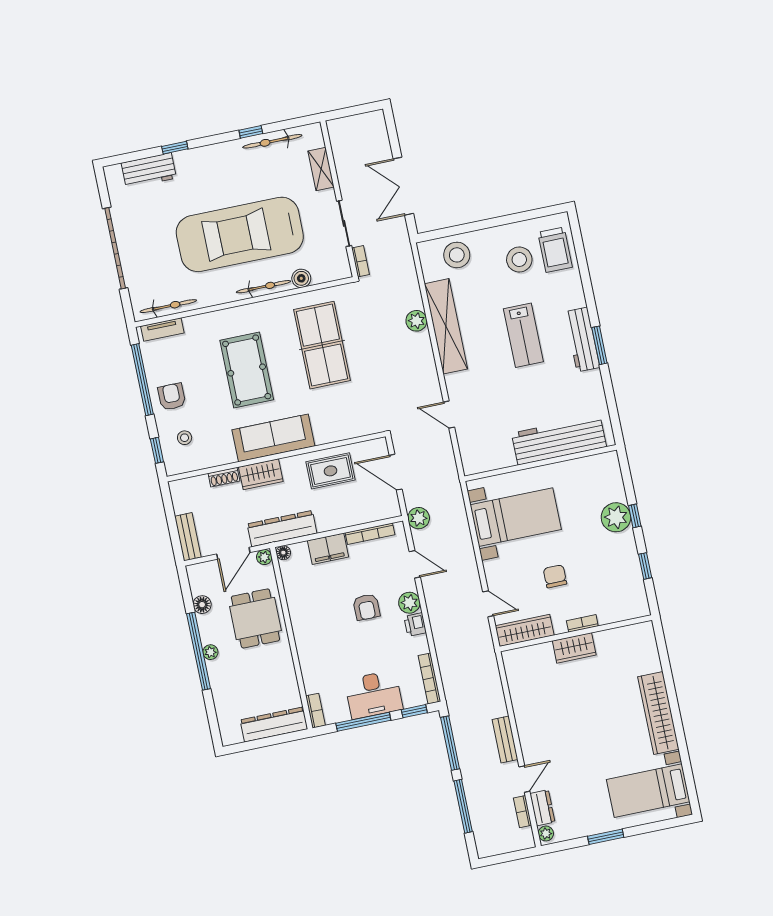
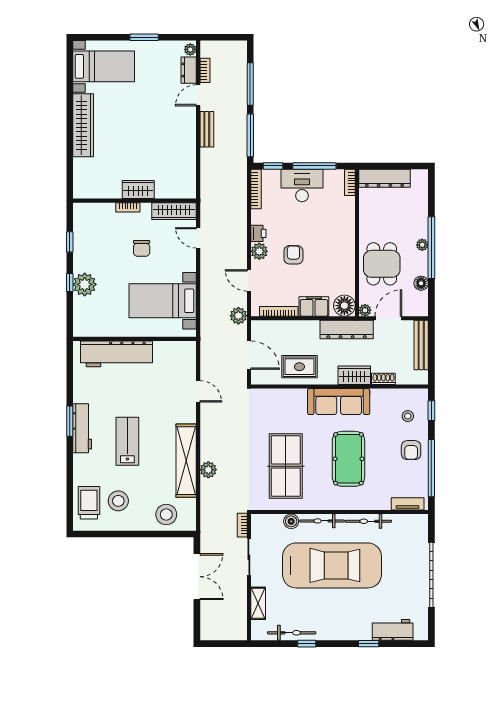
bicycle: (168, 306) -> (368, 521), moved
bench: (188, 537) -> (421, 345), width x1.36
floor lamp: (283, 553) -> (344, 306), width x1.89, depth x1.89

